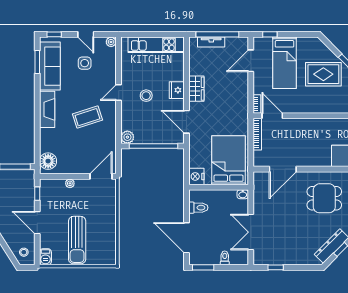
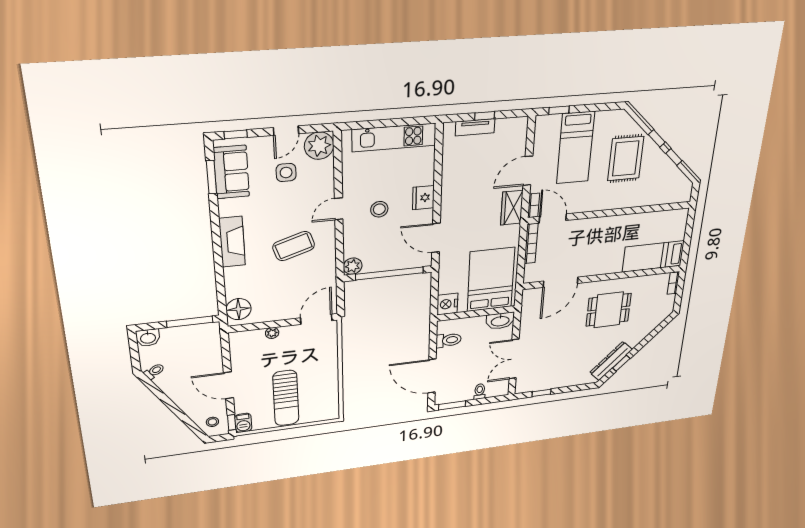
door: (86, 34) -> (286, 131), hinge flipped
window: (217, 34) -> (485, 116), width x0.32
plant: (111, 42) -> (319, 146), width x1.88, depth x1.88
door: (251, 61) -> (528, 171), moved
sofa: (50, 66) -> (231, 172), width x0.73
rug: (323, 74) -> (626, 159), turned 90
wardrobe: (196, 89) -> (512, 208), moved, turned 180
window: (37, 194) -> (232, 422), moved
washbasin: (243, 194) -> (500, 321), width x1.91, depth x1.45

